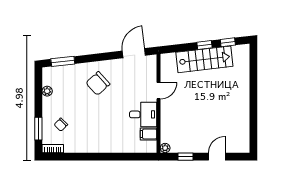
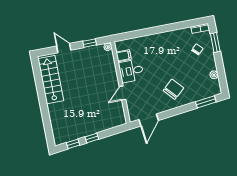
stairs: (204, 59) -> (51, 80), moved, turned 97
door: (217, 157) -> (64, 48), swing flipped

